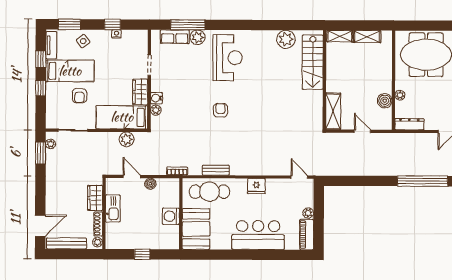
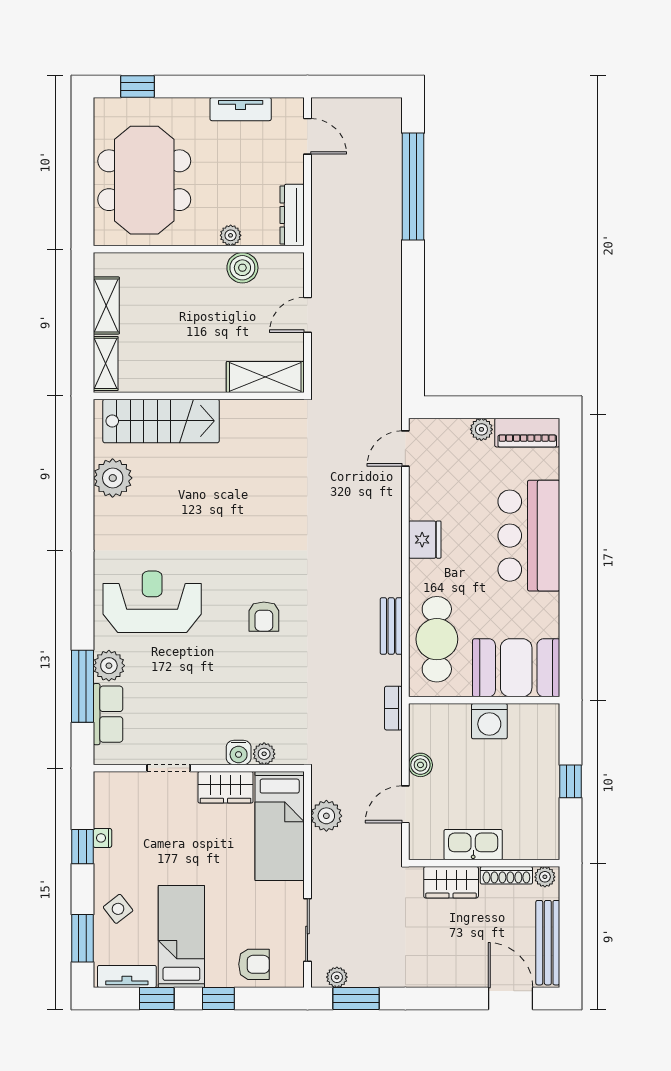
armchair: (80, 96) -> (254, 964), moved
armchair: (220, 110) -> (264, 617), turned -90

